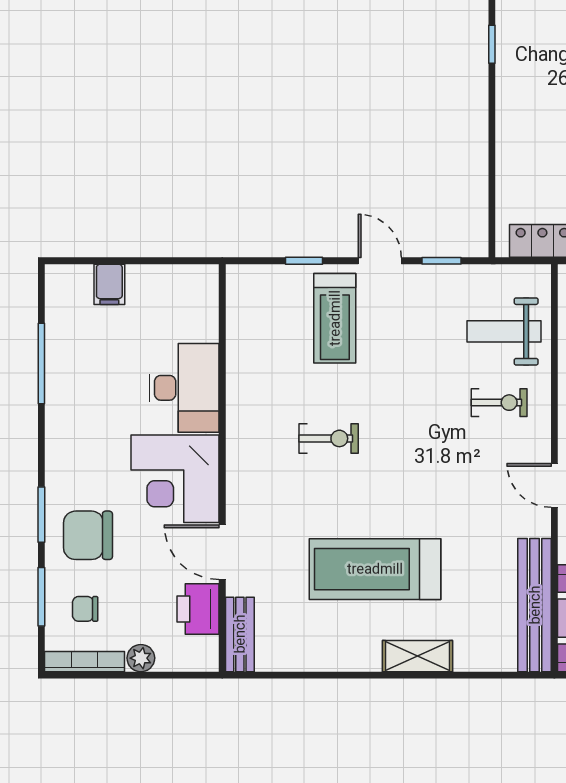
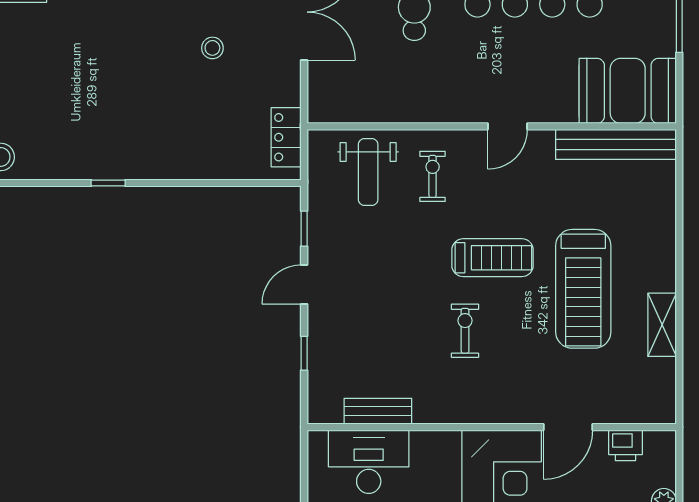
treadmill: (335, 318) -> (493, 258), moved
desk: (184, 388) -> (369, 462), moved
printer: (198, 609) -> (625, 445), width x0.73, depth x0.81
bench: (240, 634) -> (378, 411), moved
shelving: (417, 656) -> (662, 325), moved

